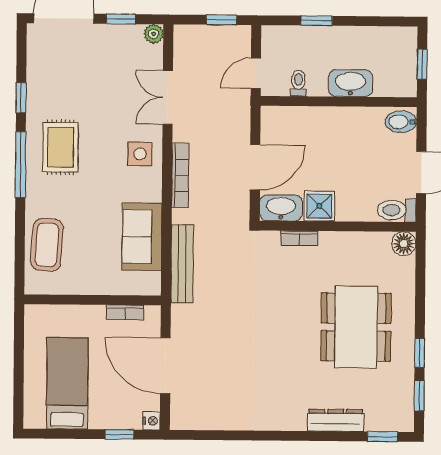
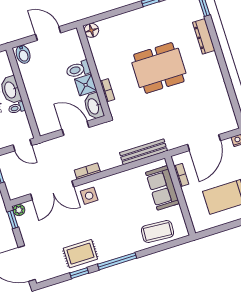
window: (121, 19) -> (13, 220), moved
toilet: (298, 83) -> (17, 108), moved
double door: (168, 97) -> (52, 190), width x1.37
rug: (61, 147) -> (80, 254), moved
bookcase: (180, 175) -> (87, 171), width x0.64
toilet: (397, 210) -> (78, 69), moved, turned 90
sofa: (142, 237) -> (162, 188), moved, turned 90
dining table: (356, 327) -> (159, 68), moved

